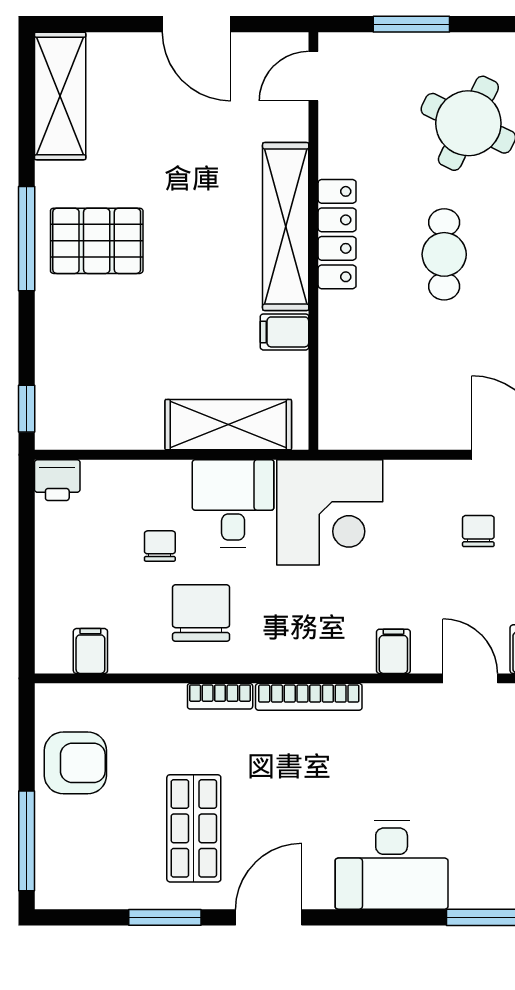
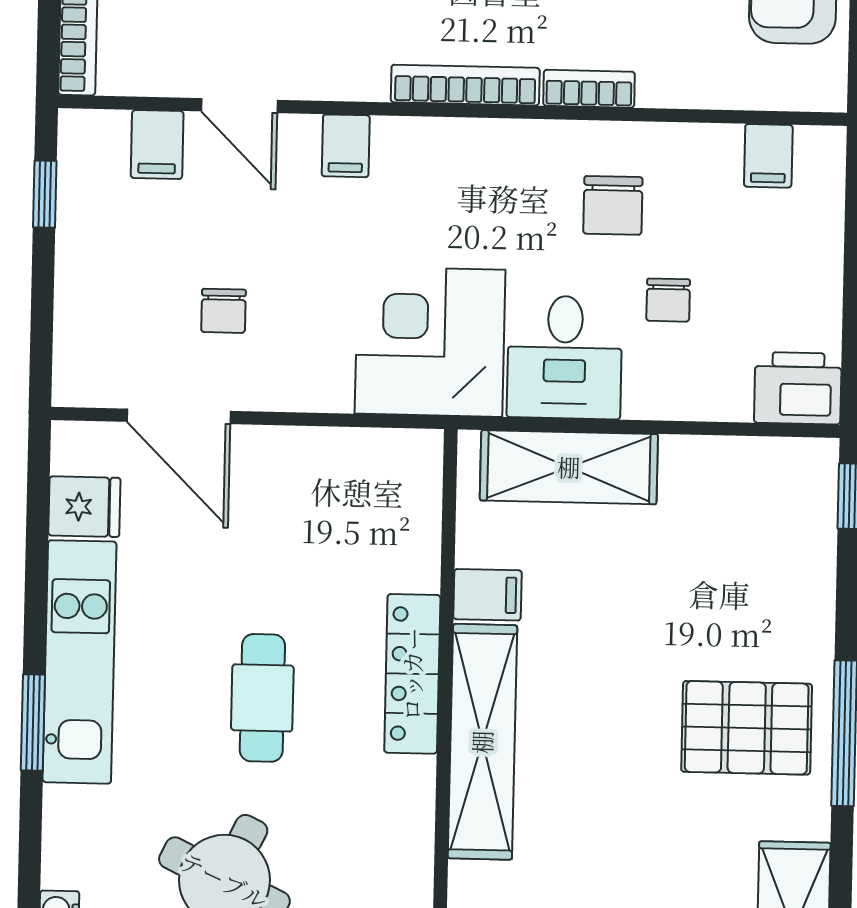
locker: (337, 234) -> (412, 674), moved
printer: (57, 480) -> (798, 388), width x1.36, depth x1.24
chair: (201, 613) -> (613, 205), width x0.73, depth x0.73

